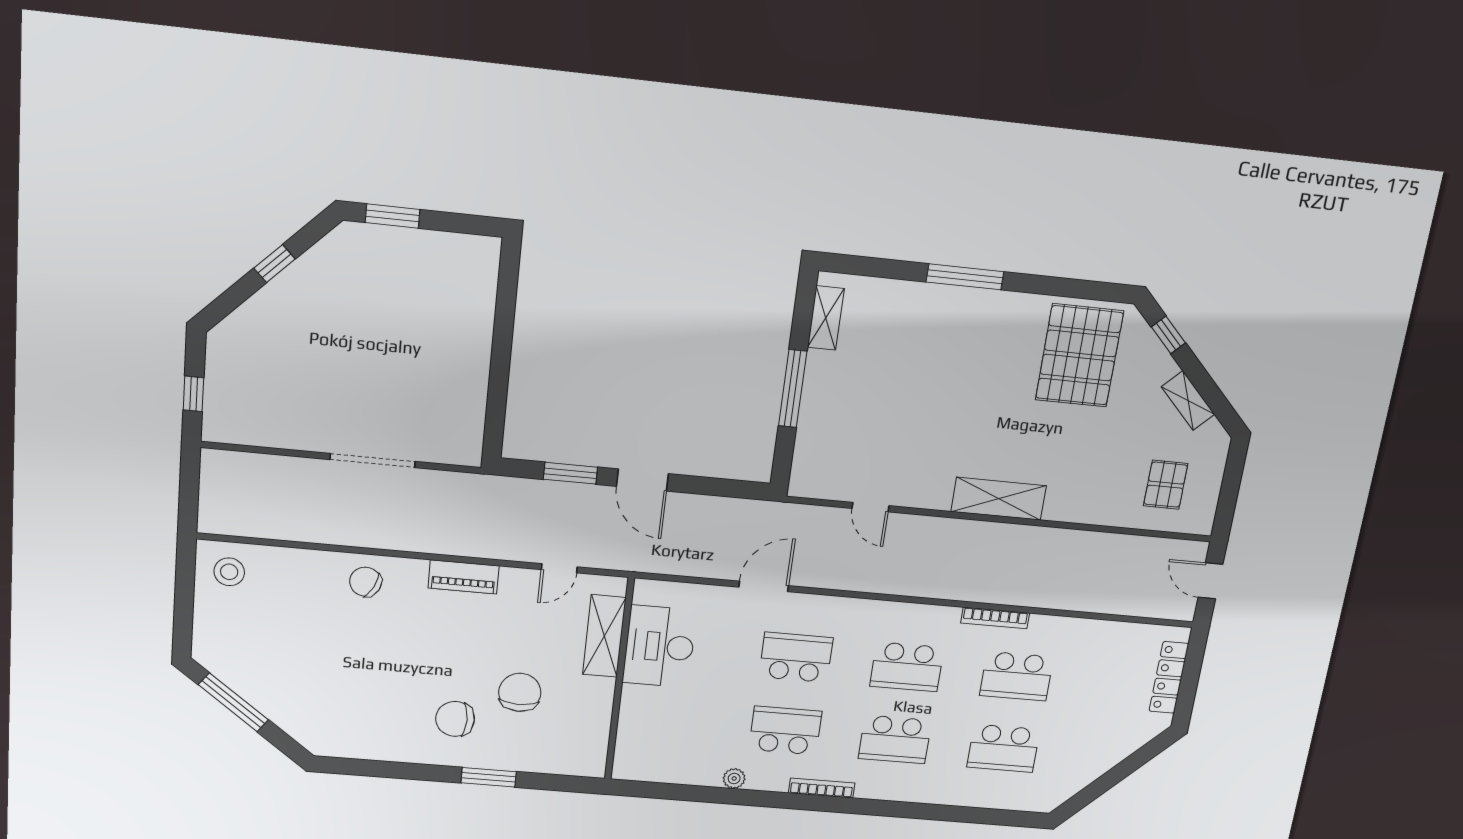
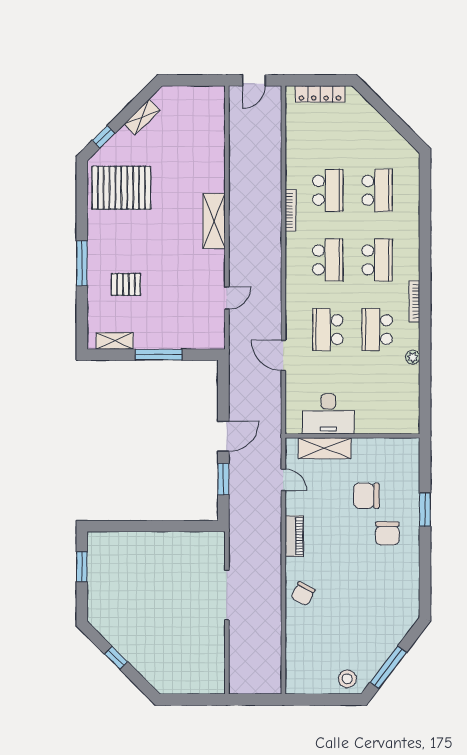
window: (393, 216) -> (82, 567), moved
window: (193, 394) -> (197, 700), removed
pallet: (1166, 485) -> (126, 284), moved
stool: (229, 572) -> (347, 679), moved

